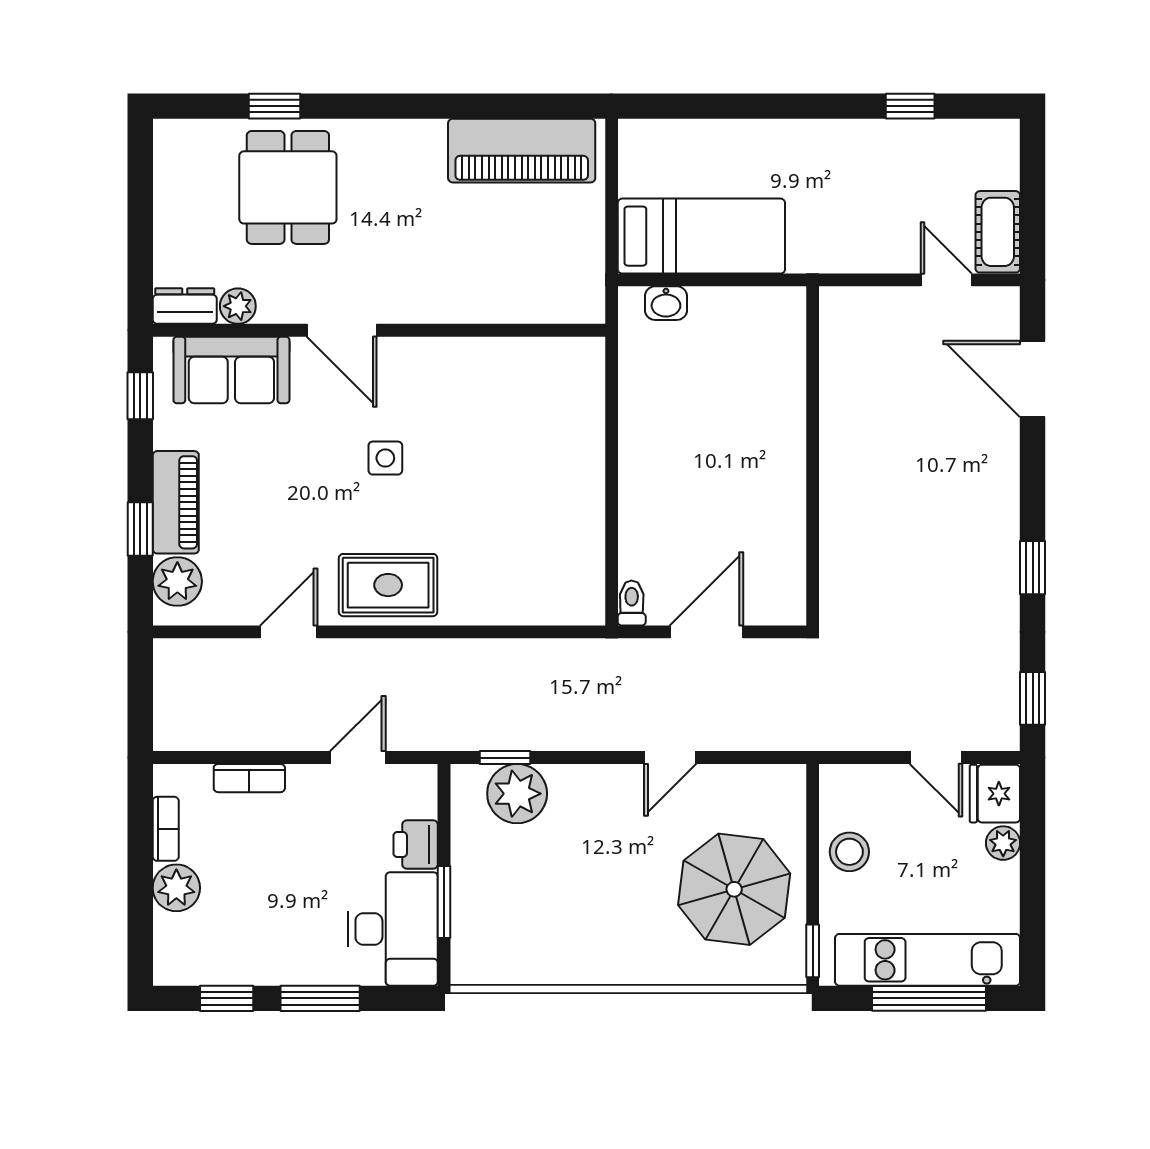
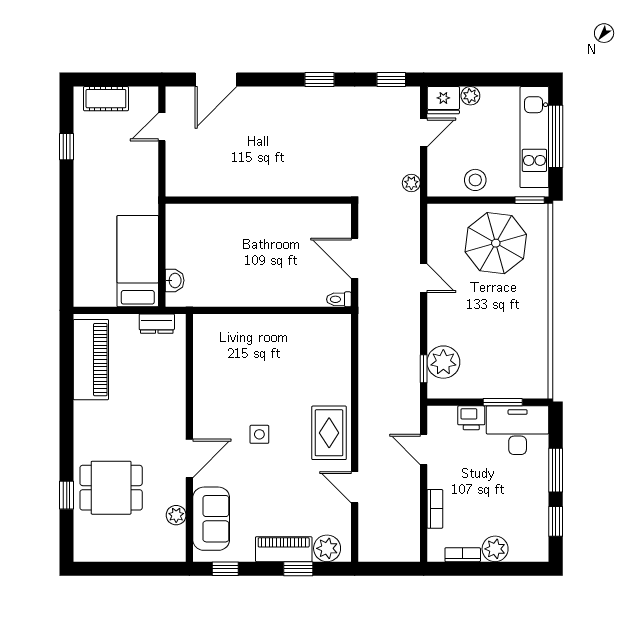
cot: (998, 232) -> (106, 99), moved
dresser: (185, 306) -> (157, 324), moved, turned -90
plant: (844, 735) -> (411, 183), added

